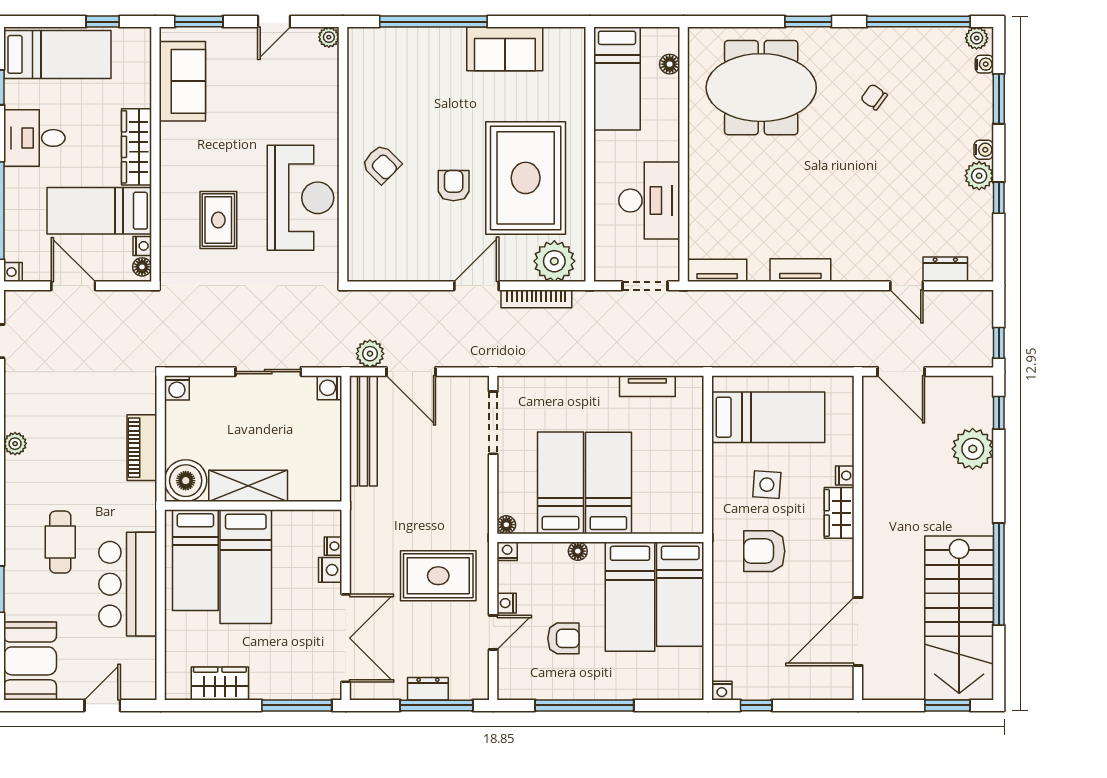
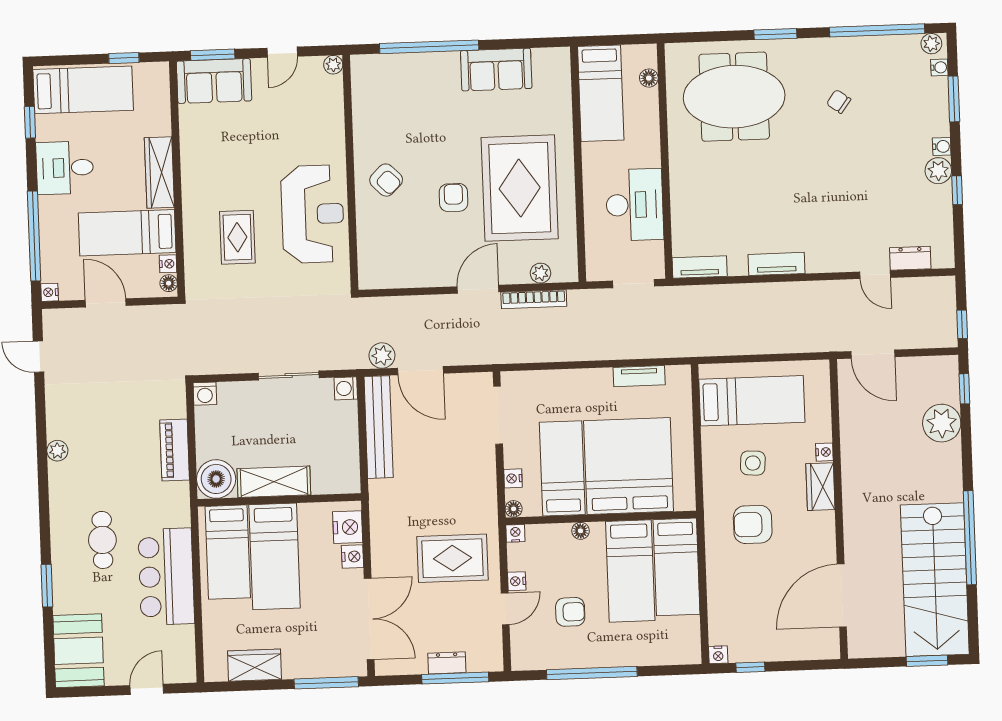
sofa: (182, 81) -> (214, 81), moved, turned 90
plant: (554, 261) -> (541, 273), width x0.53, depth x0.53
bed: (608, 483) -> (629, 466), width x2.04
nightstand: (507, 492) -> (513, 478), added
nightstand: (333, 546) -> (348, 527), width x1.89, depth x1.79

